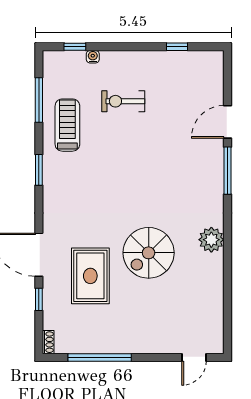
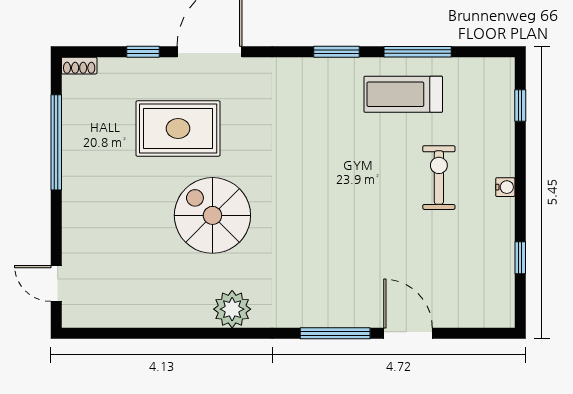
water cooler: (93, 57) -> (505, 187), moved
window: (39, 100) -> (418, 52), moved
treadmill: (67, 125) -> (403, 94), turned 180

